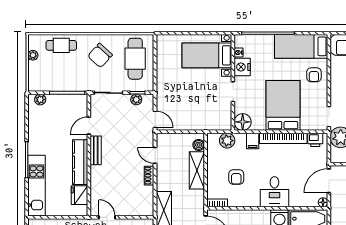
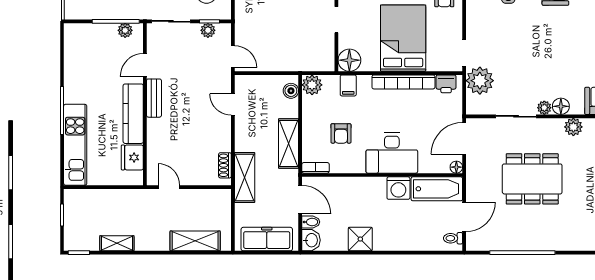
plant: (40, 100) -> (125, 30), moved
plant: (227, 141) -> (312, 85), moved
filing cabinet: (253, 141) -> (348, 85), moved
shelving: (197, 170) -> (289, 144), moved
shoe rack: (149, 176) -> (225, 165), moved
desk: (274, 192) -> (392, 153), width x1.37

